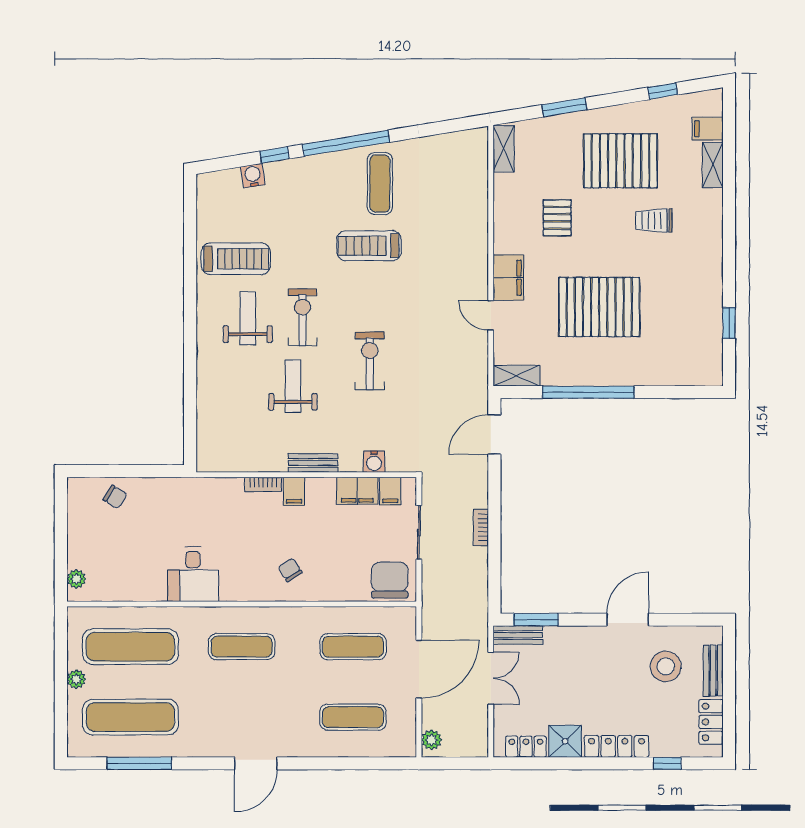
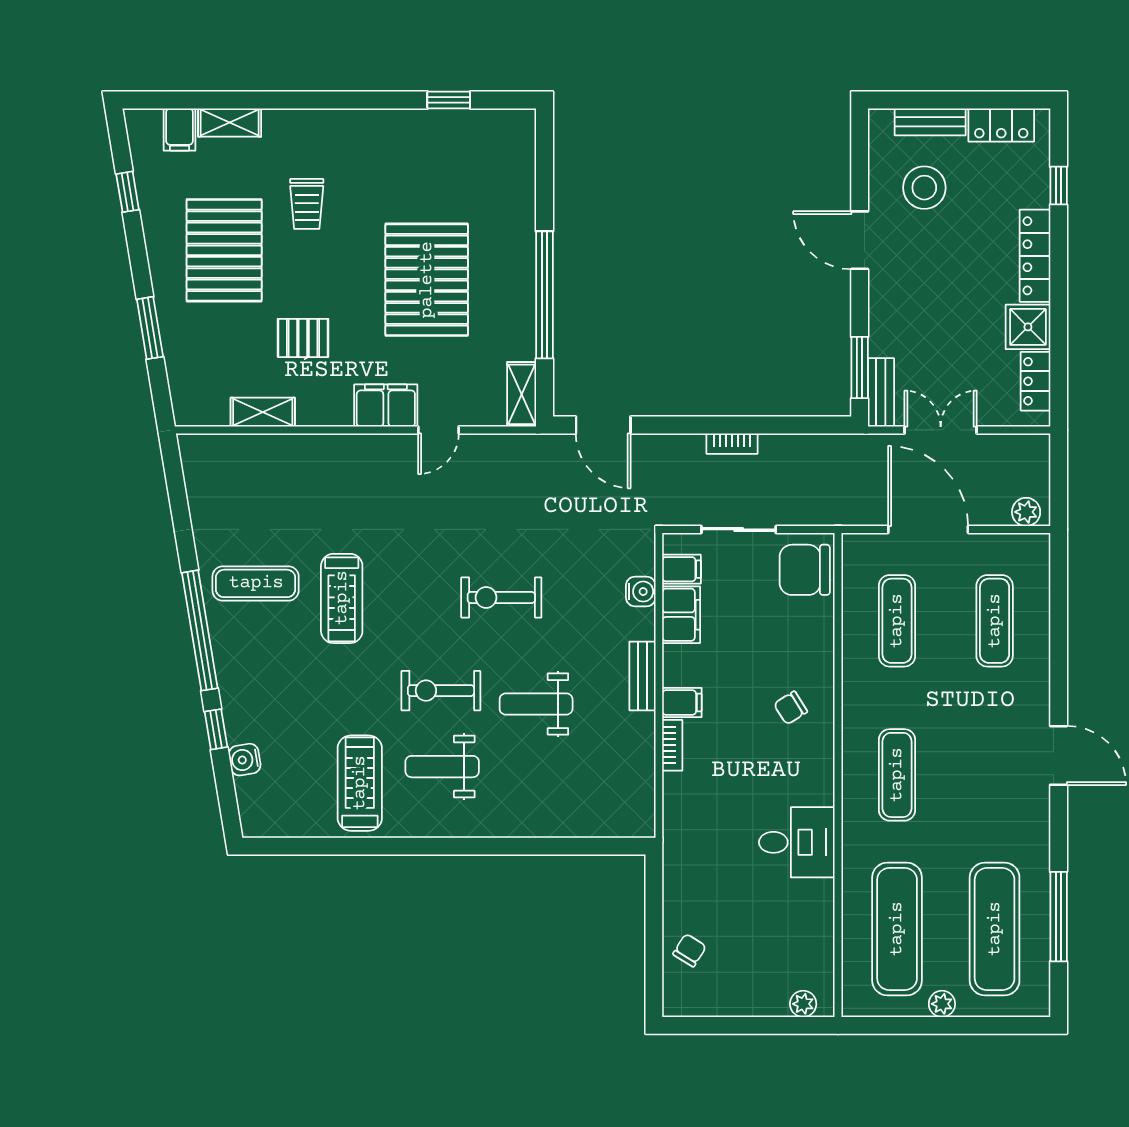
shelving: (504, 149) -> (263, 412), moved

